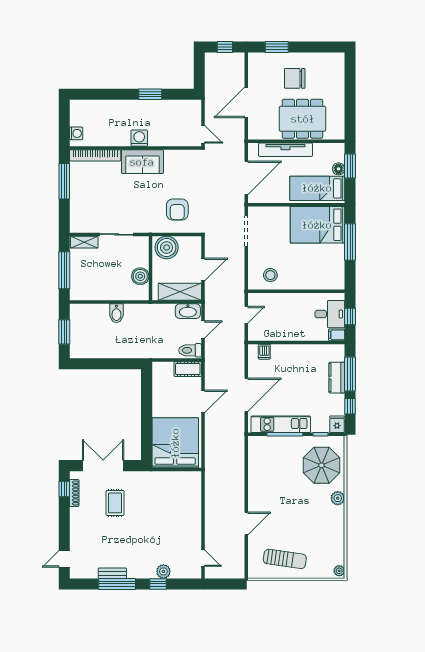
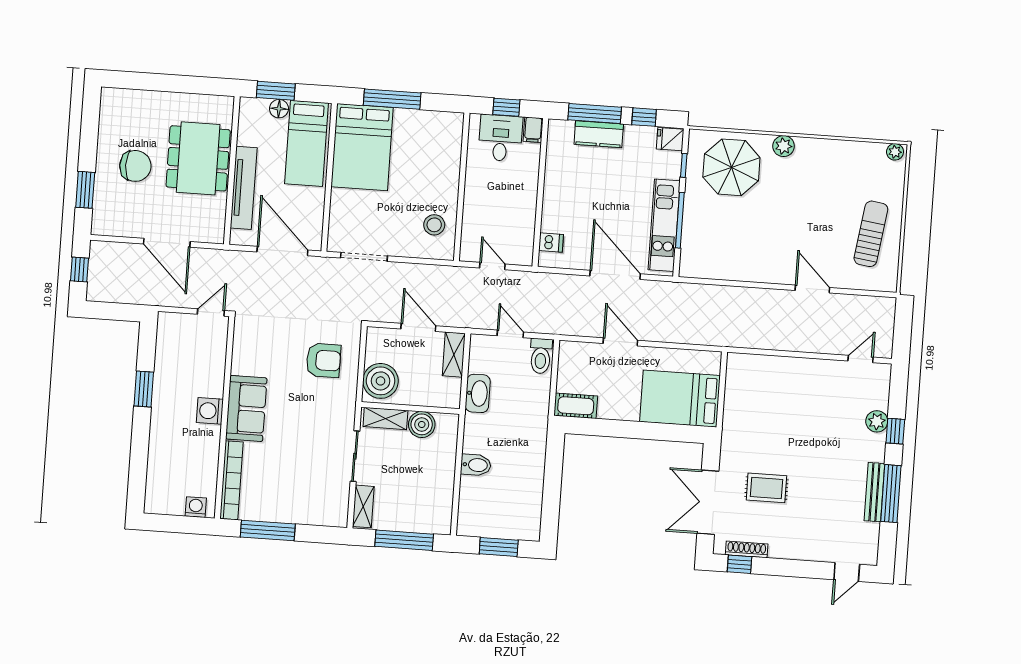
chair: (295, 78) -> (135, 166), turned -90
shelving: (142, 252) -> (385, 418), added
shelving: (180, 292) -> (454, 355), width x0.67, depth x0.75
washbasin: (188, 311) -> (478, 393), moved
cot: (188, 369) -> (576, 406), moved, turned 90
bed: (175, 443) -> (680, 399), width x0.73
door: (64, 559) -> (847, 572), hinge flipped
bench: (112, 573) -> (874, 492), width x1.36

